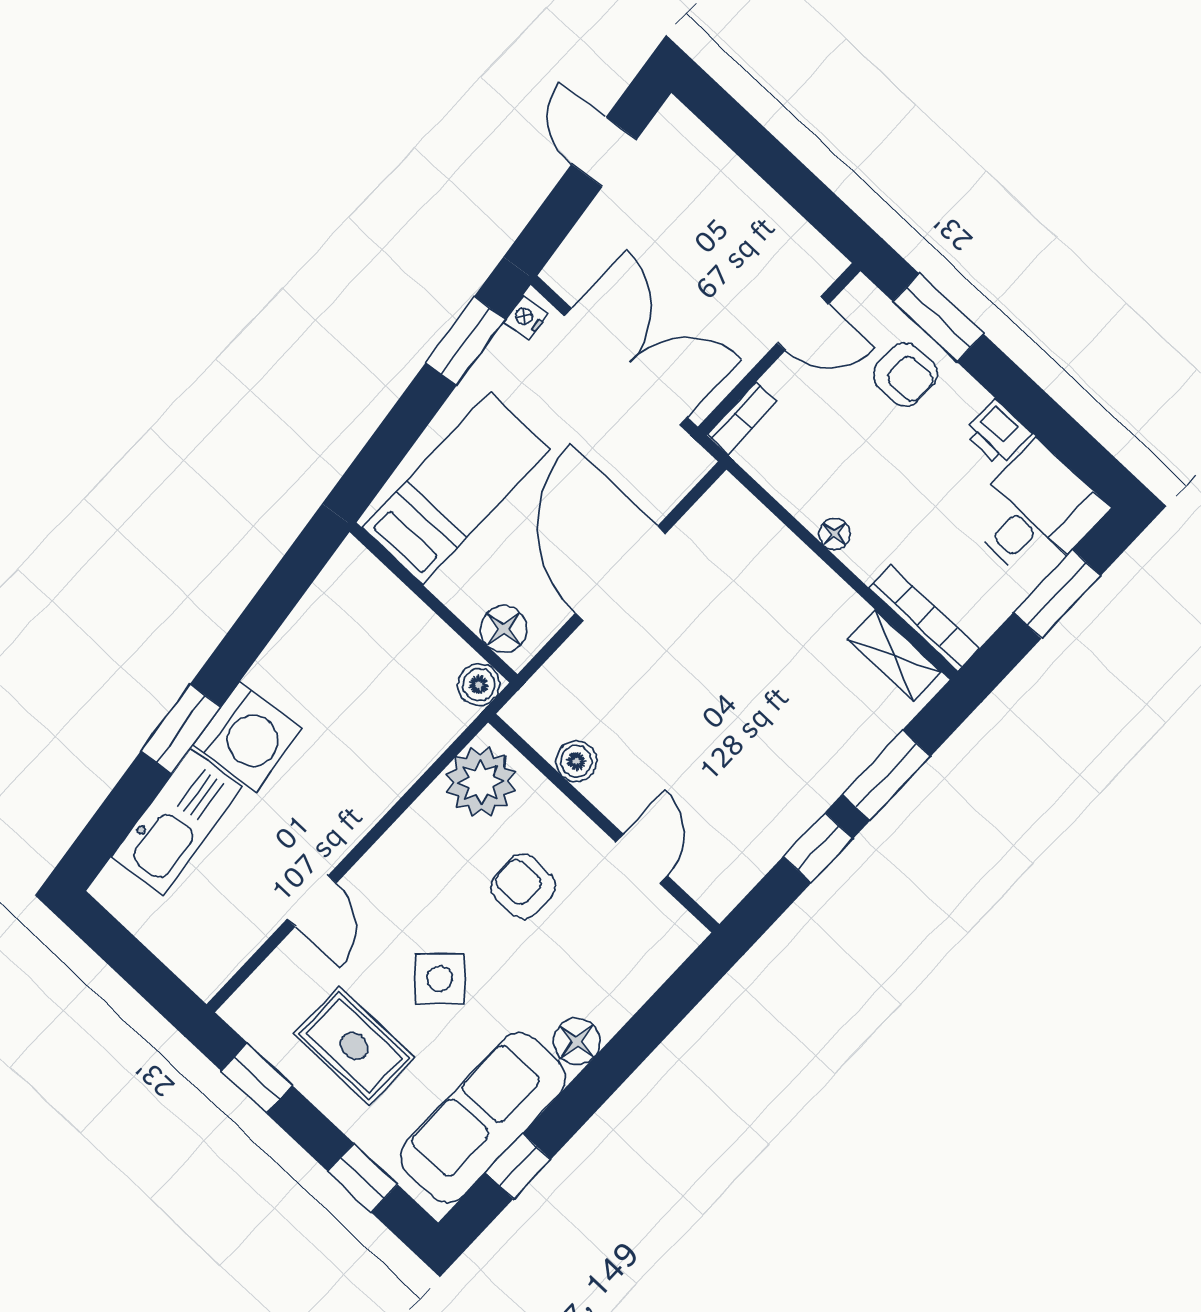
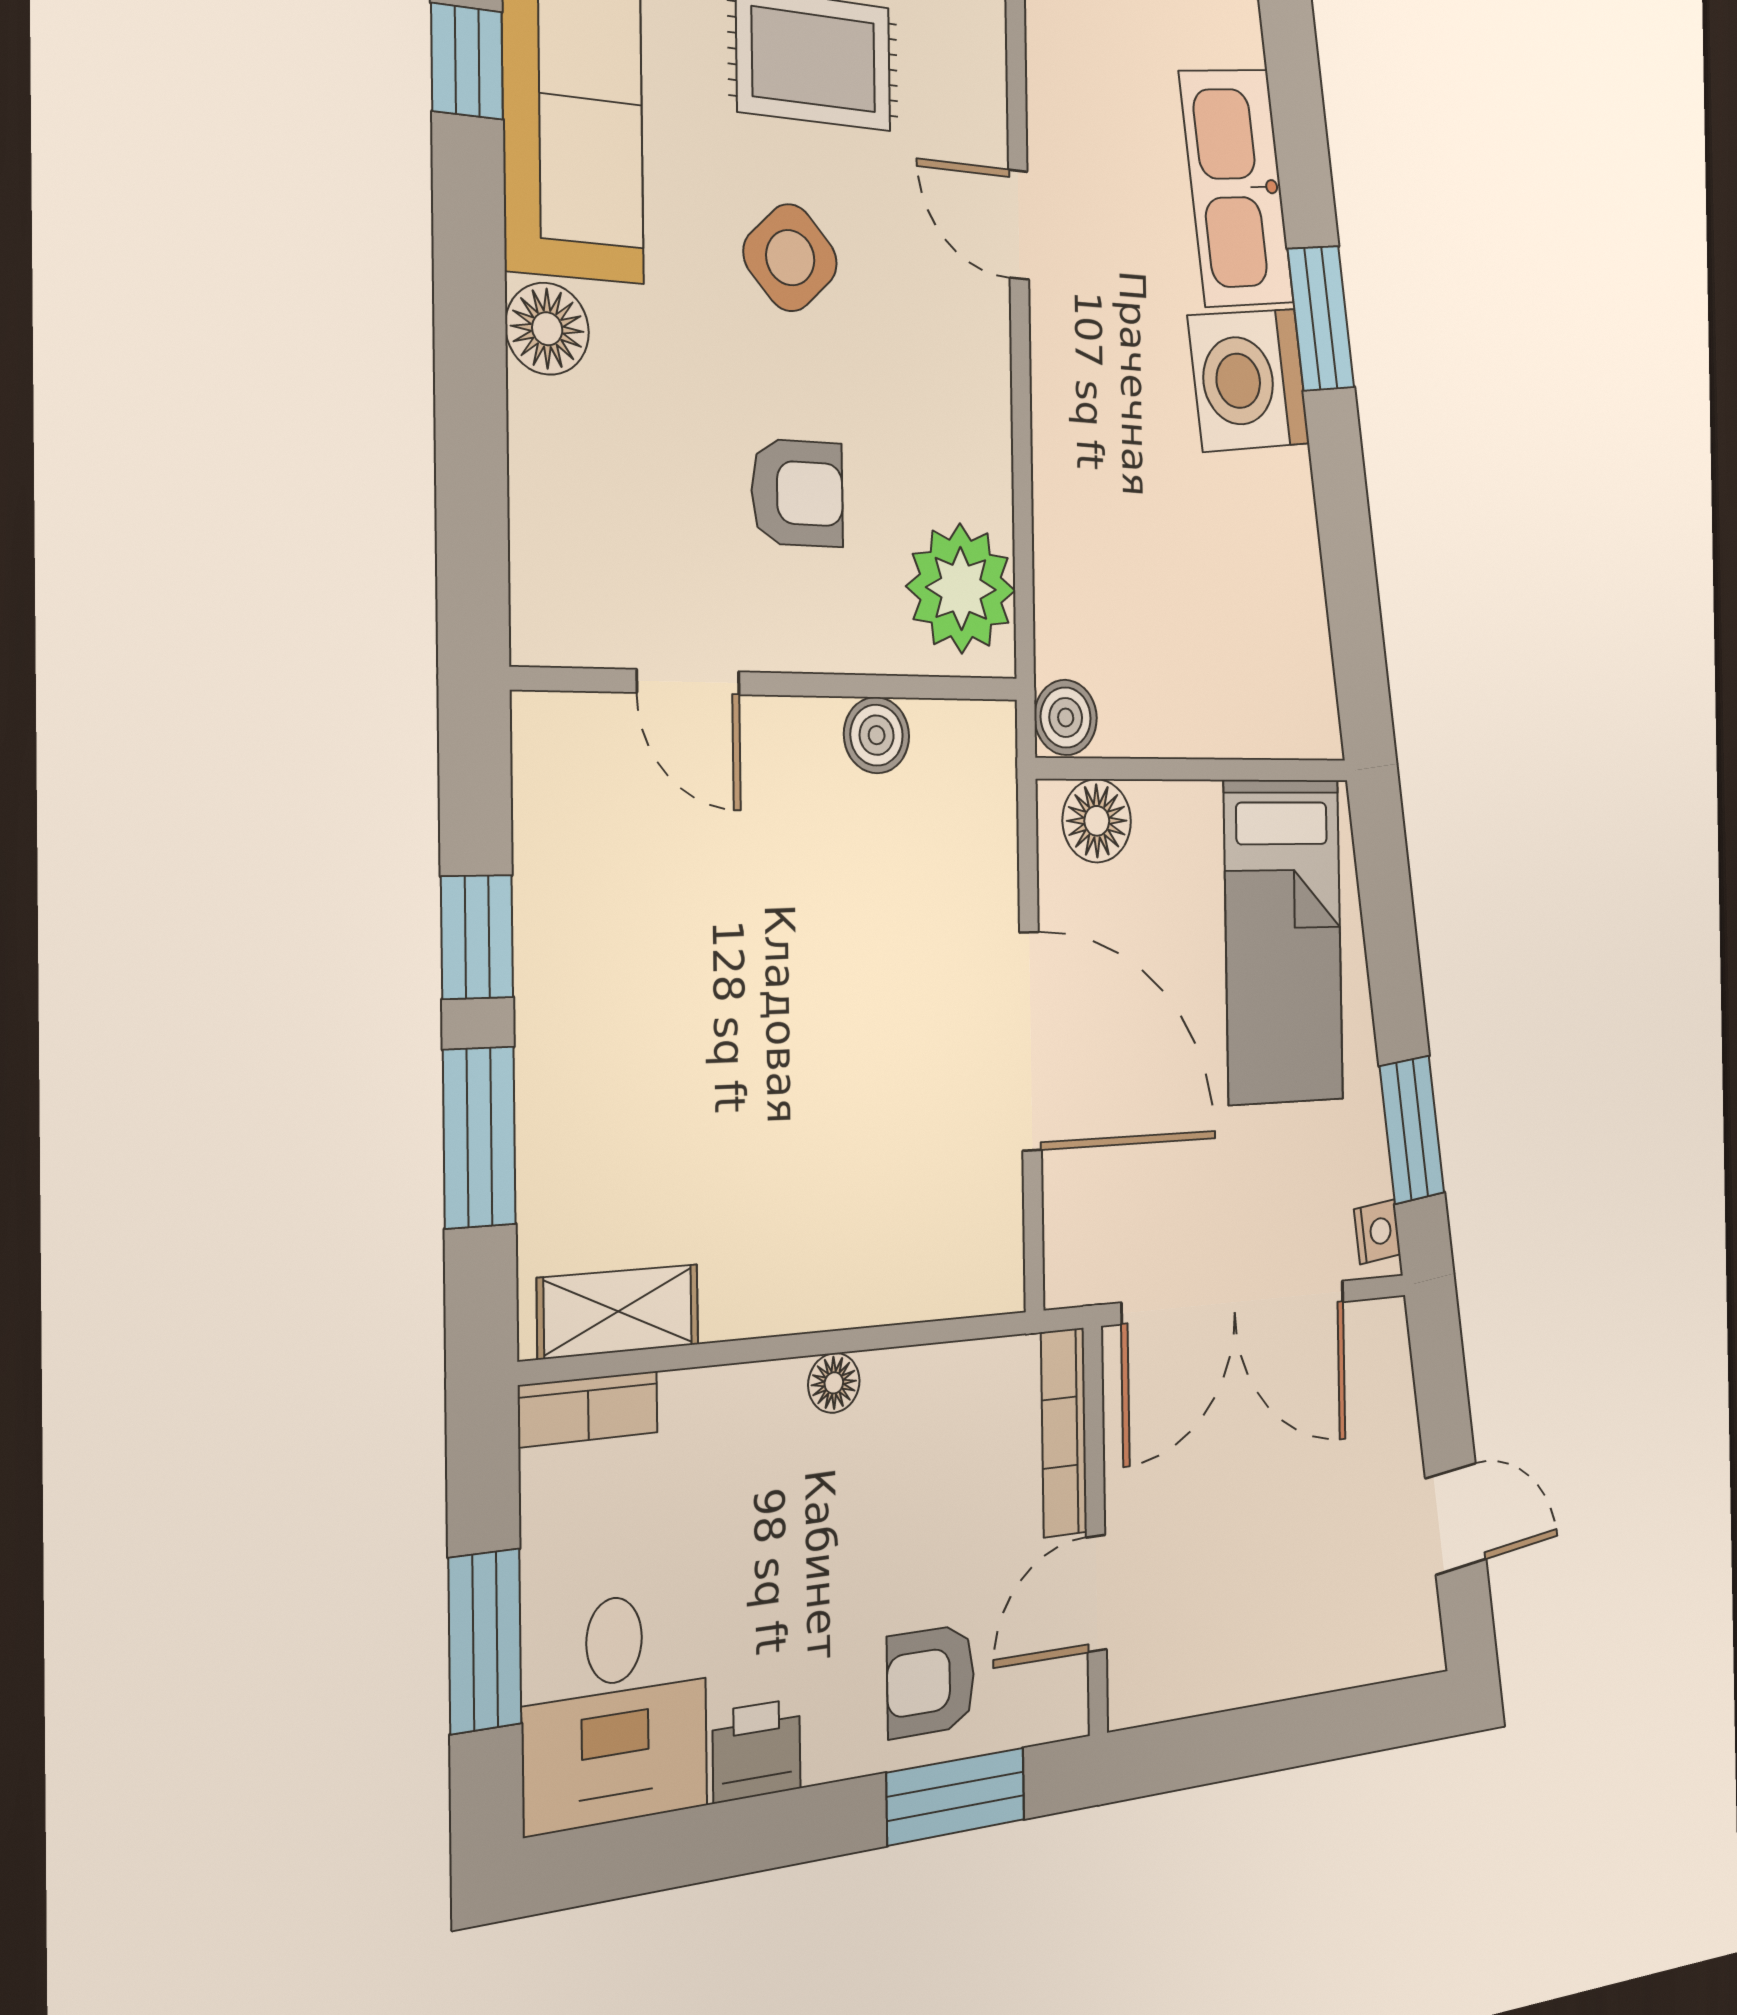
bookcase: (741, 418) -> (1064, 1432), width x1.56
bookcase: (924, 618) -> (588, 1409), width x0.64

